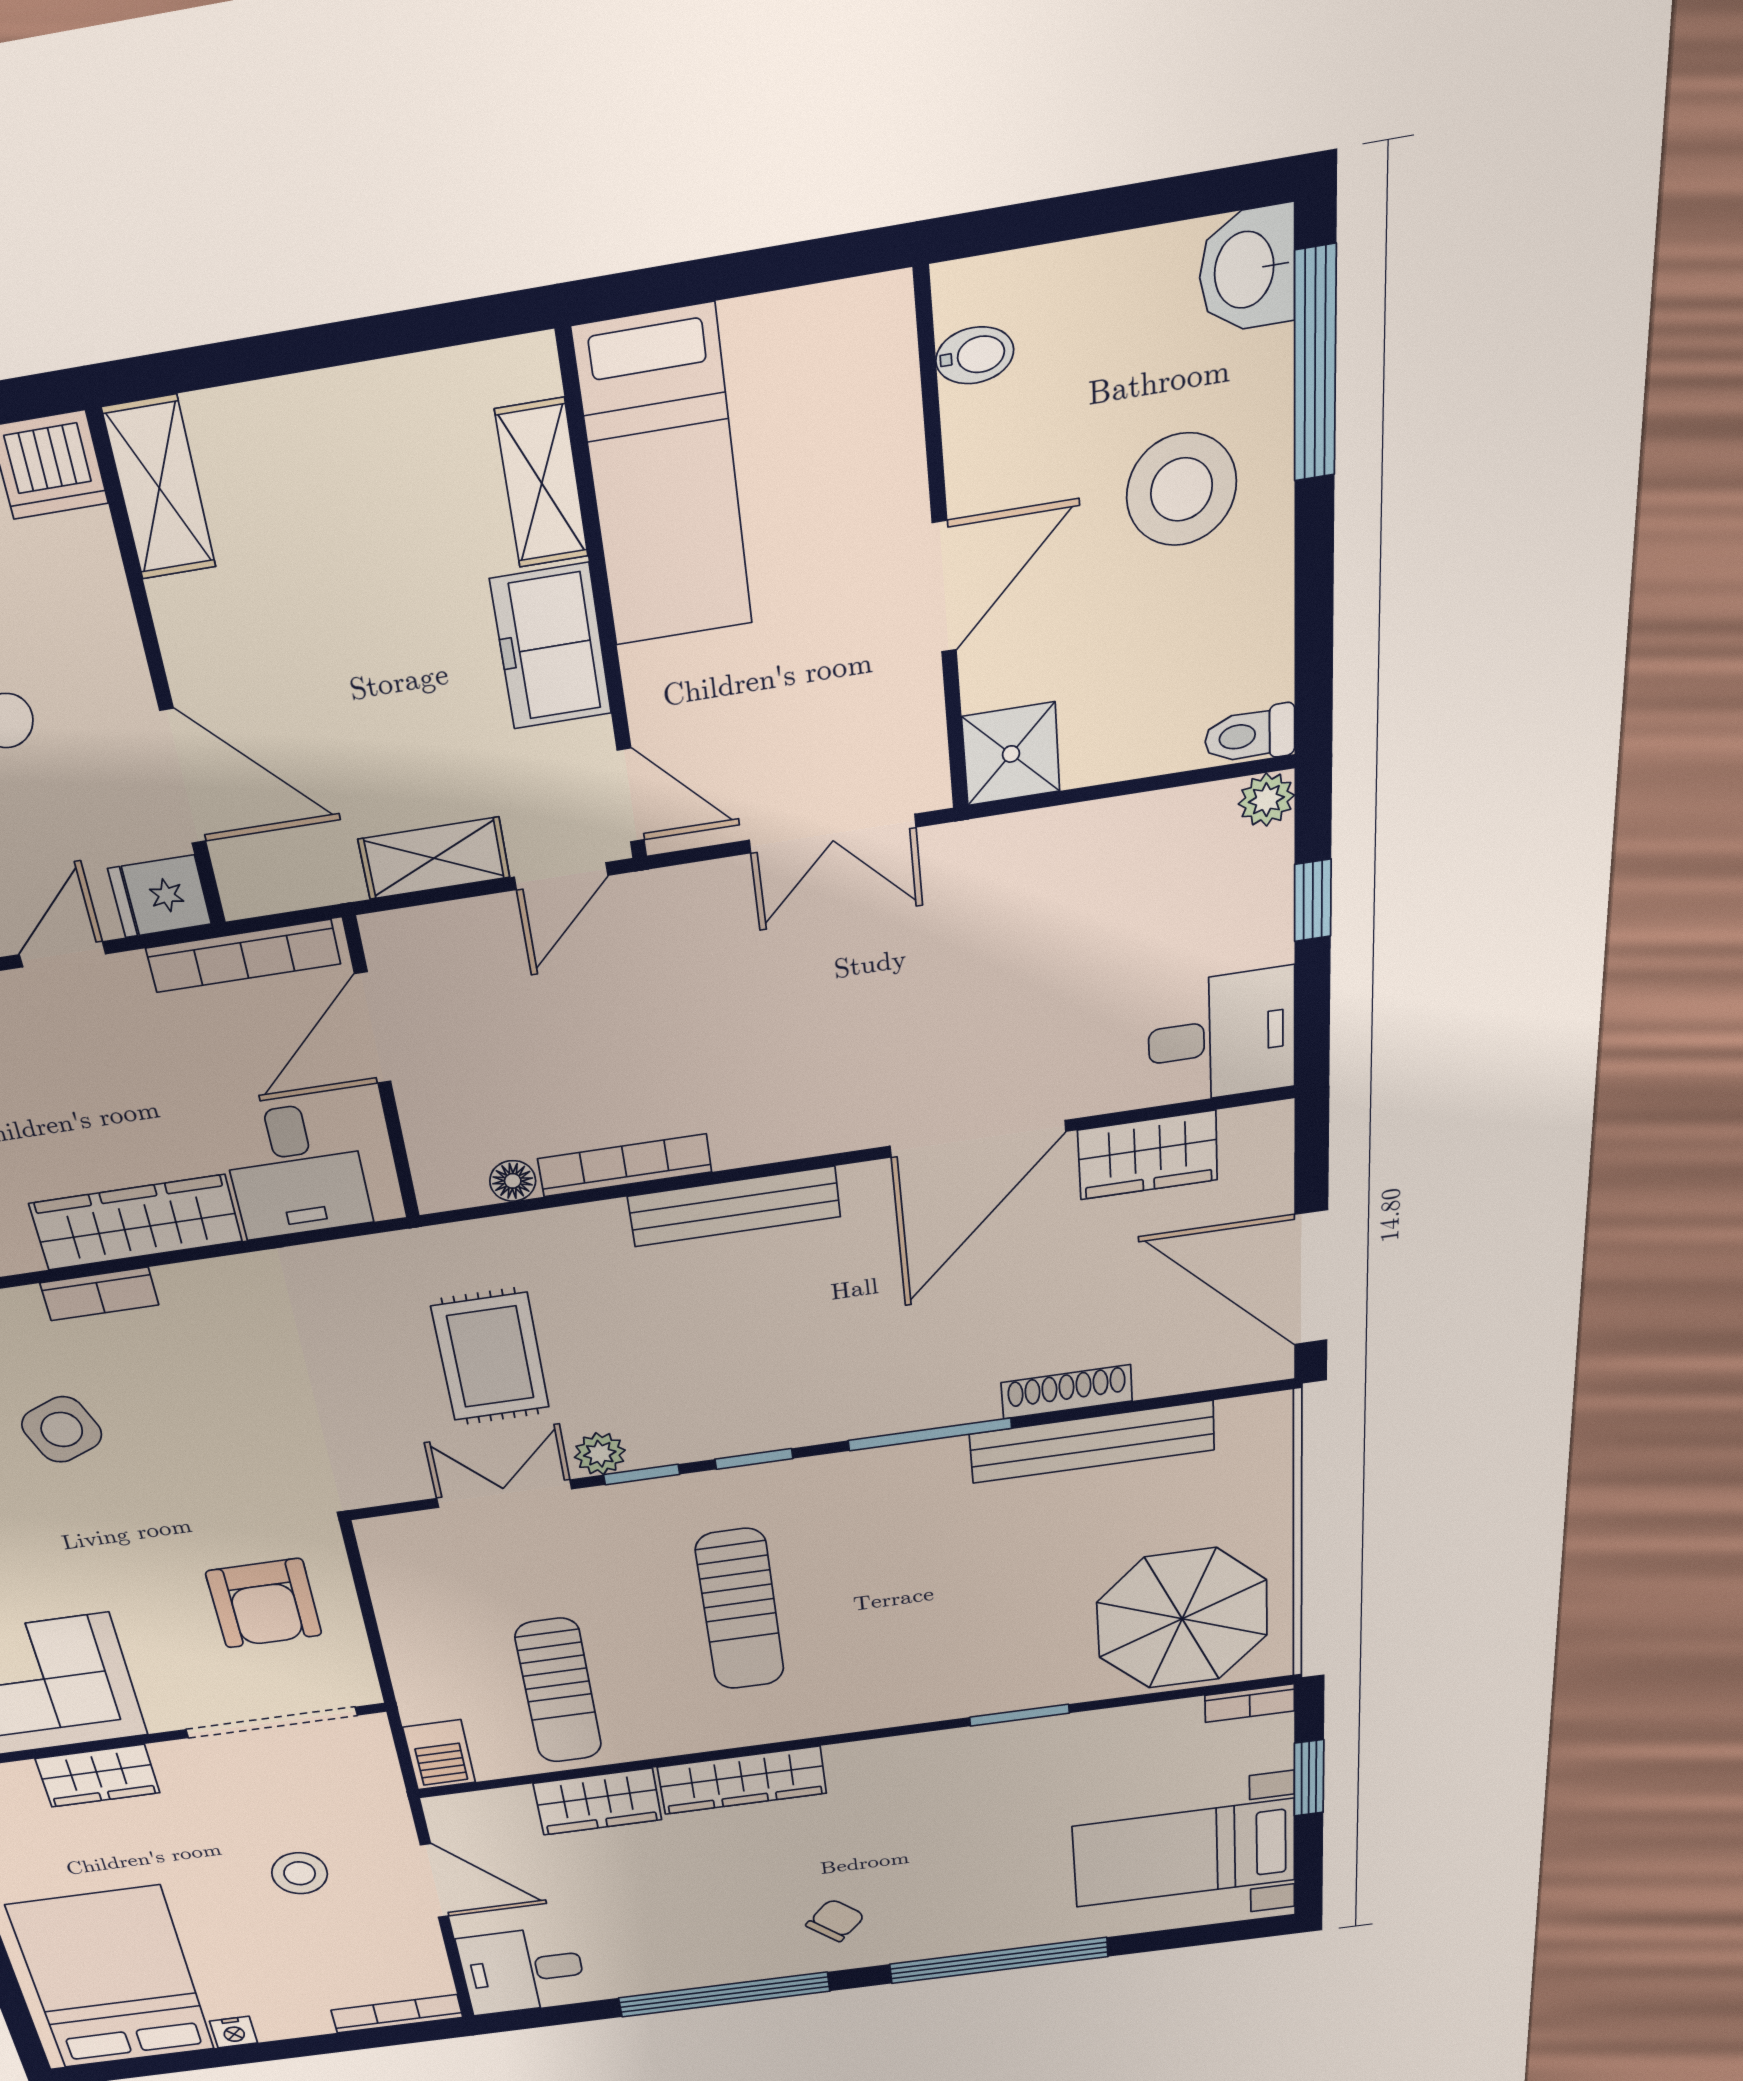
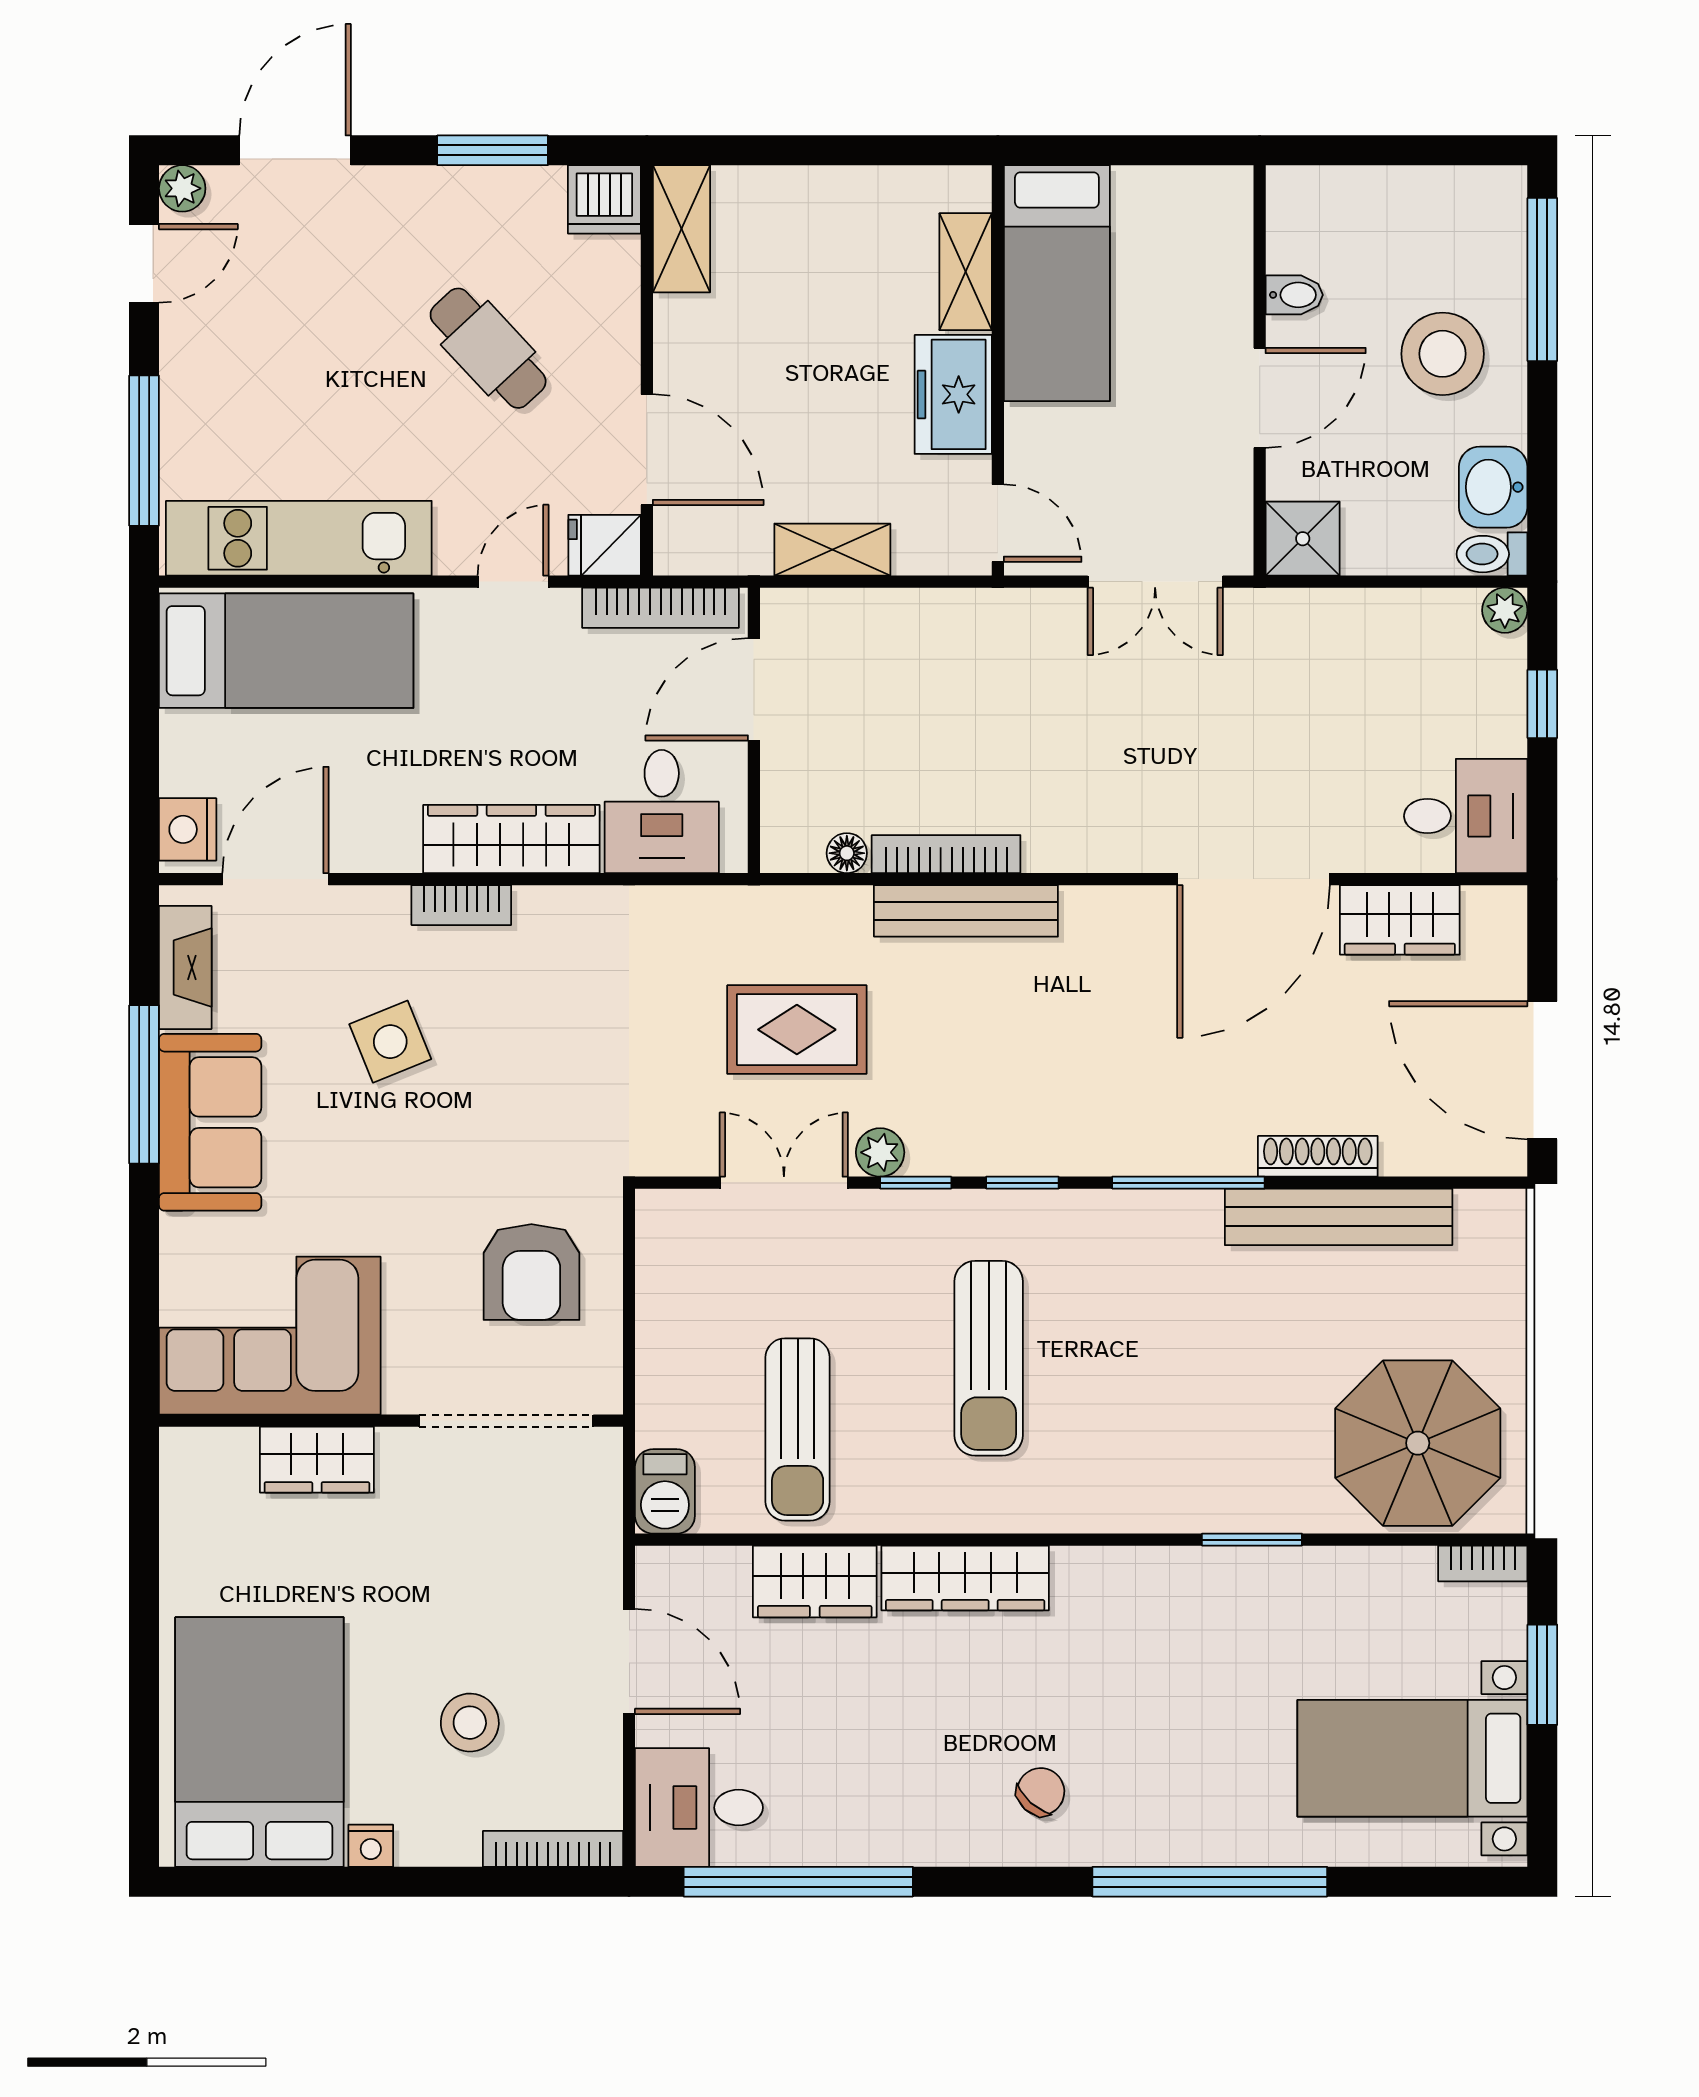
washbasin: (1247, 269) -> (1493, 487), moved
bidet: (975, 355) -> (1294, 295), moved
door: (561, 876) -> (932, 582), removed
bench: (734, 1207) -> (966, 911), moved
rug: (490, 1357) -> (797, 1030), turned 90
stool: (300, 1873) -> (470, 1723), moved
window: (724, 1995) -> (798, 1882), moved

